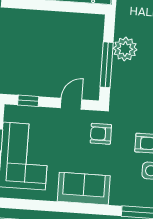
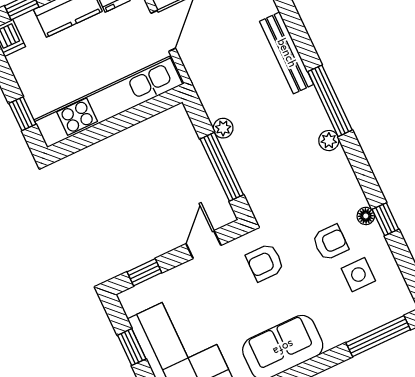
plant: (125, 49) -> (223, 128), width x0.53, depth x0.53

